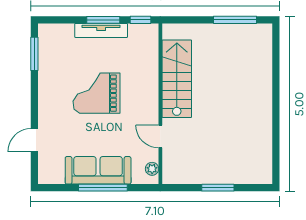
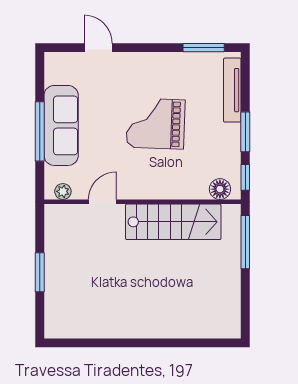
window: (235, 20) -> (245, 242), moved
tv unit: (101, 30) -> (232, 90), moved
floor lamp: (150, 41) -> (220, 189), added
grand piano: (97, 93) -> (156, 124), turned -88

